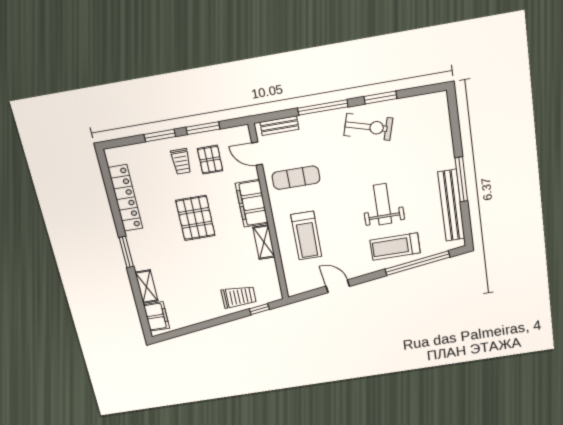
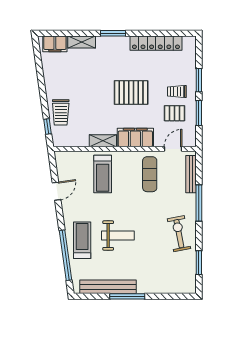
window: (380, 98) -> (199, 263), moved
bench: (279, 126) -> (191, 174), width x1.36
exercise bike: (368, 127) -> (179, 234), turned 153
treadmill: (306, 236) -> (103, 174), turned -90

